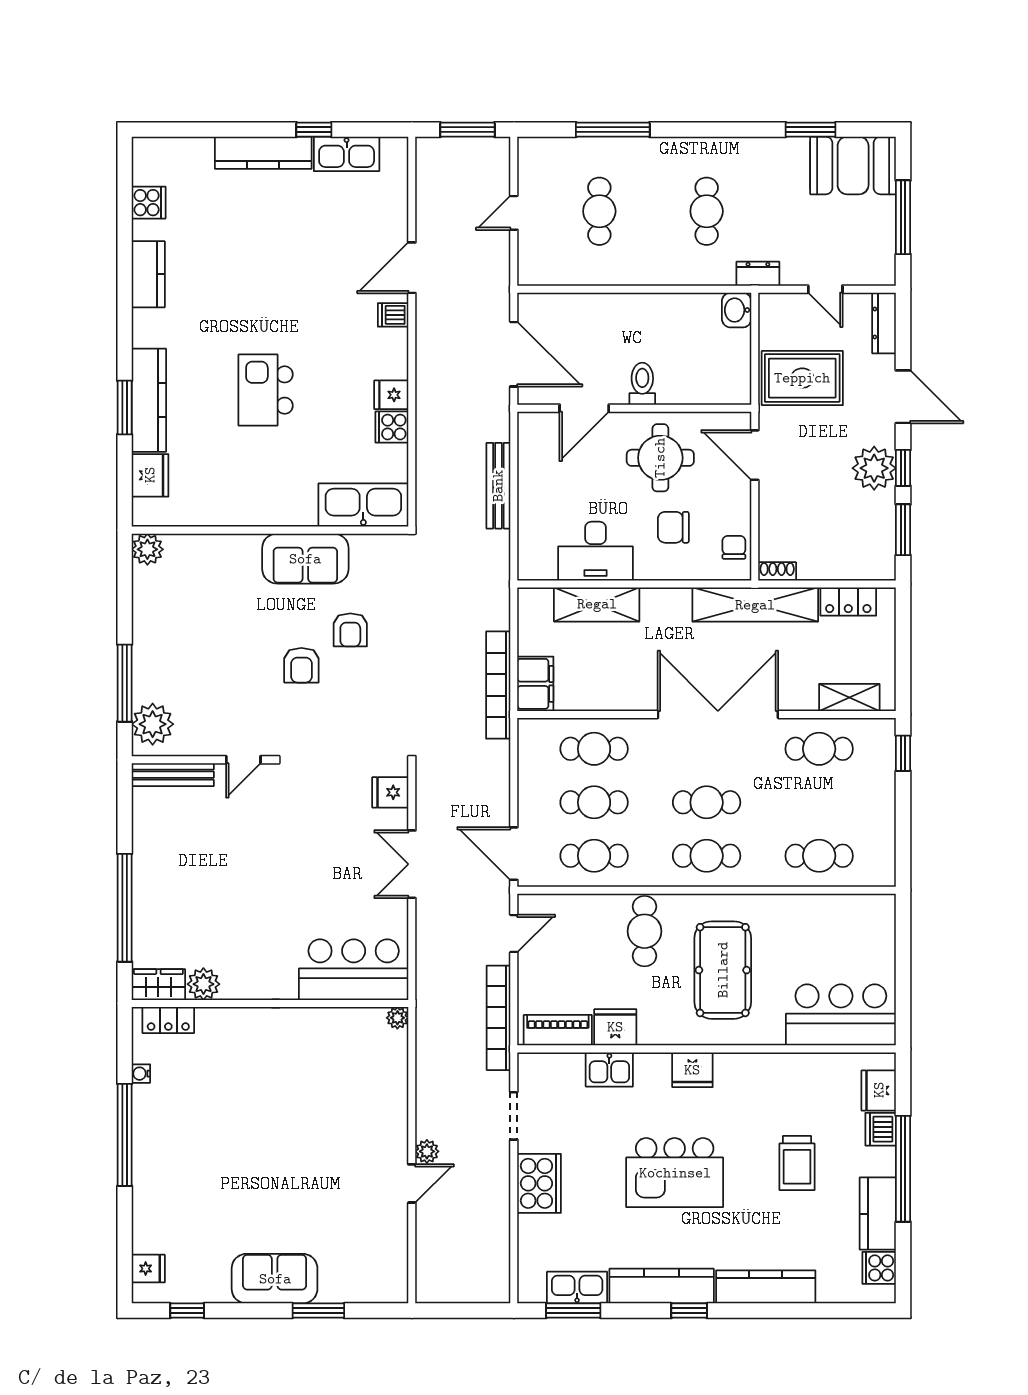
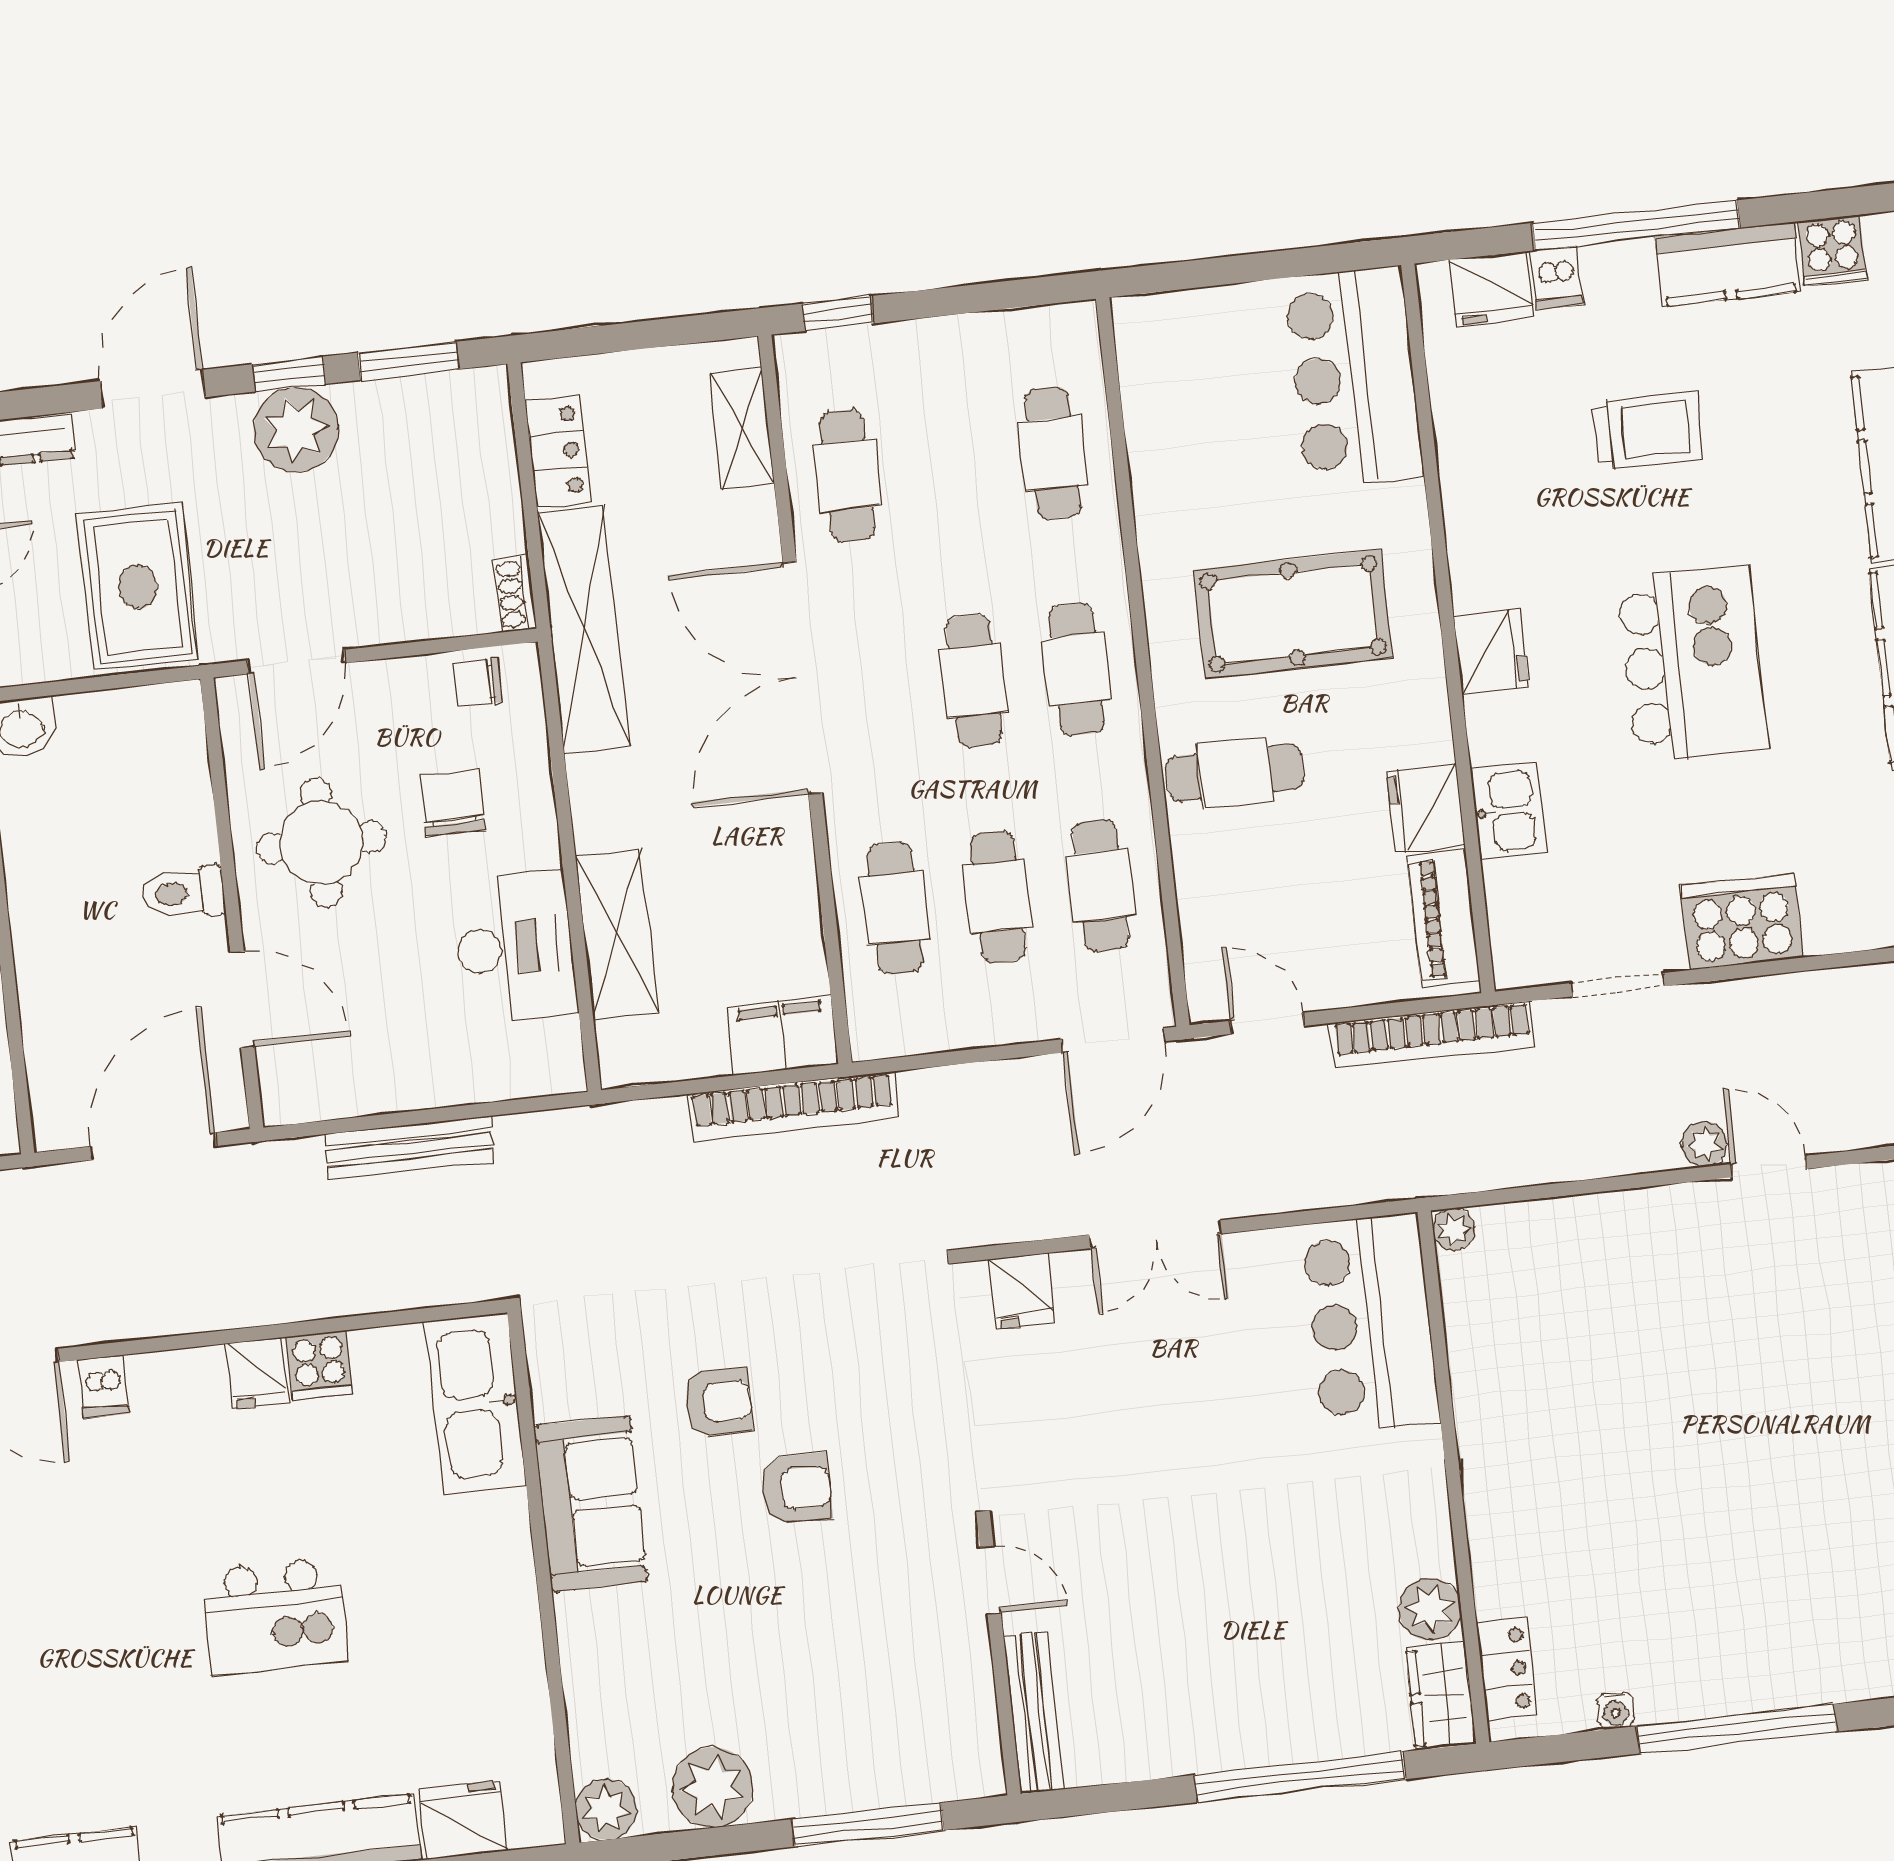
chair: (673, 527) -> (452, 803), turned 180
plant: (153, 724) -> (713, 1788), moved
dishwasher: (881, 1129) -> (1557, 278), width x0.73

